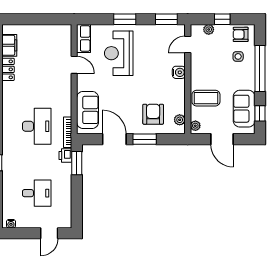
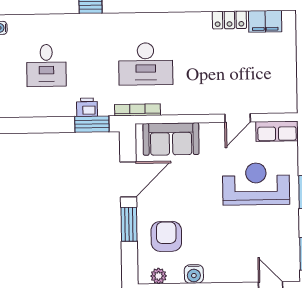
water cooler: (179, 72) -> (194, 274), moved
armchair: (153, 114) -> (166, 236), turned -90
printer: (65, 156) -> (87, 107), moved

